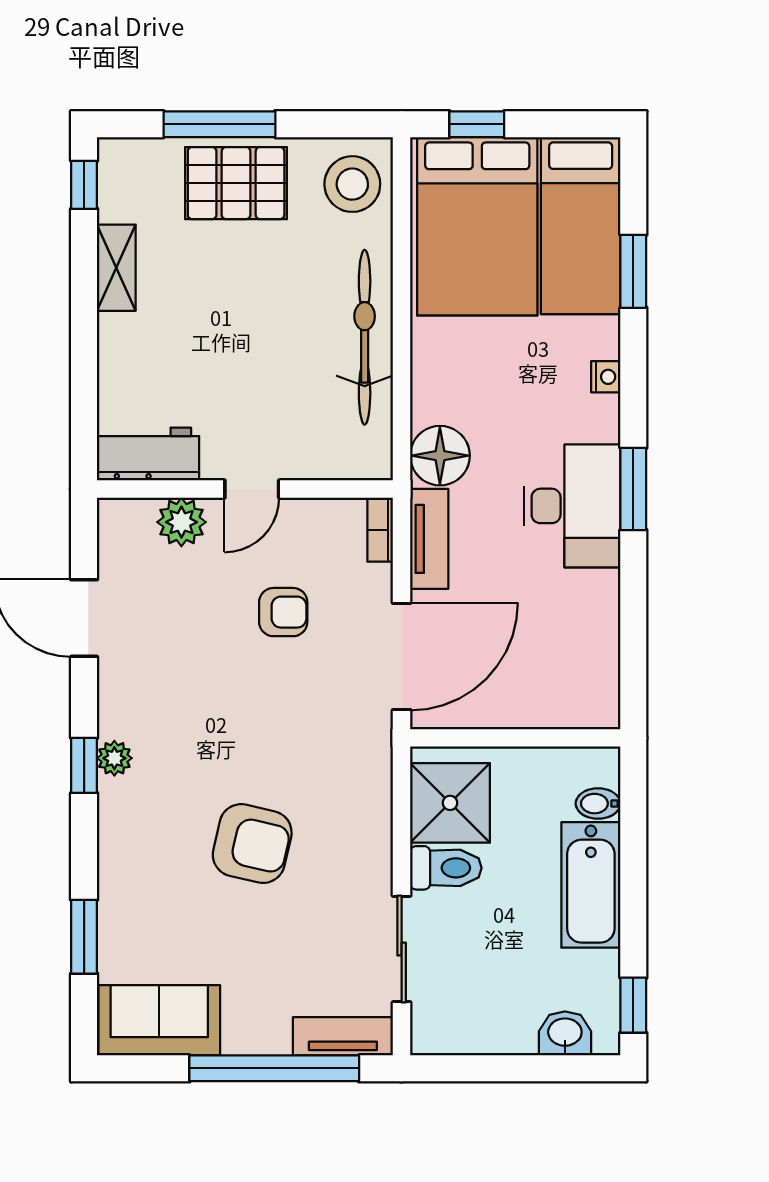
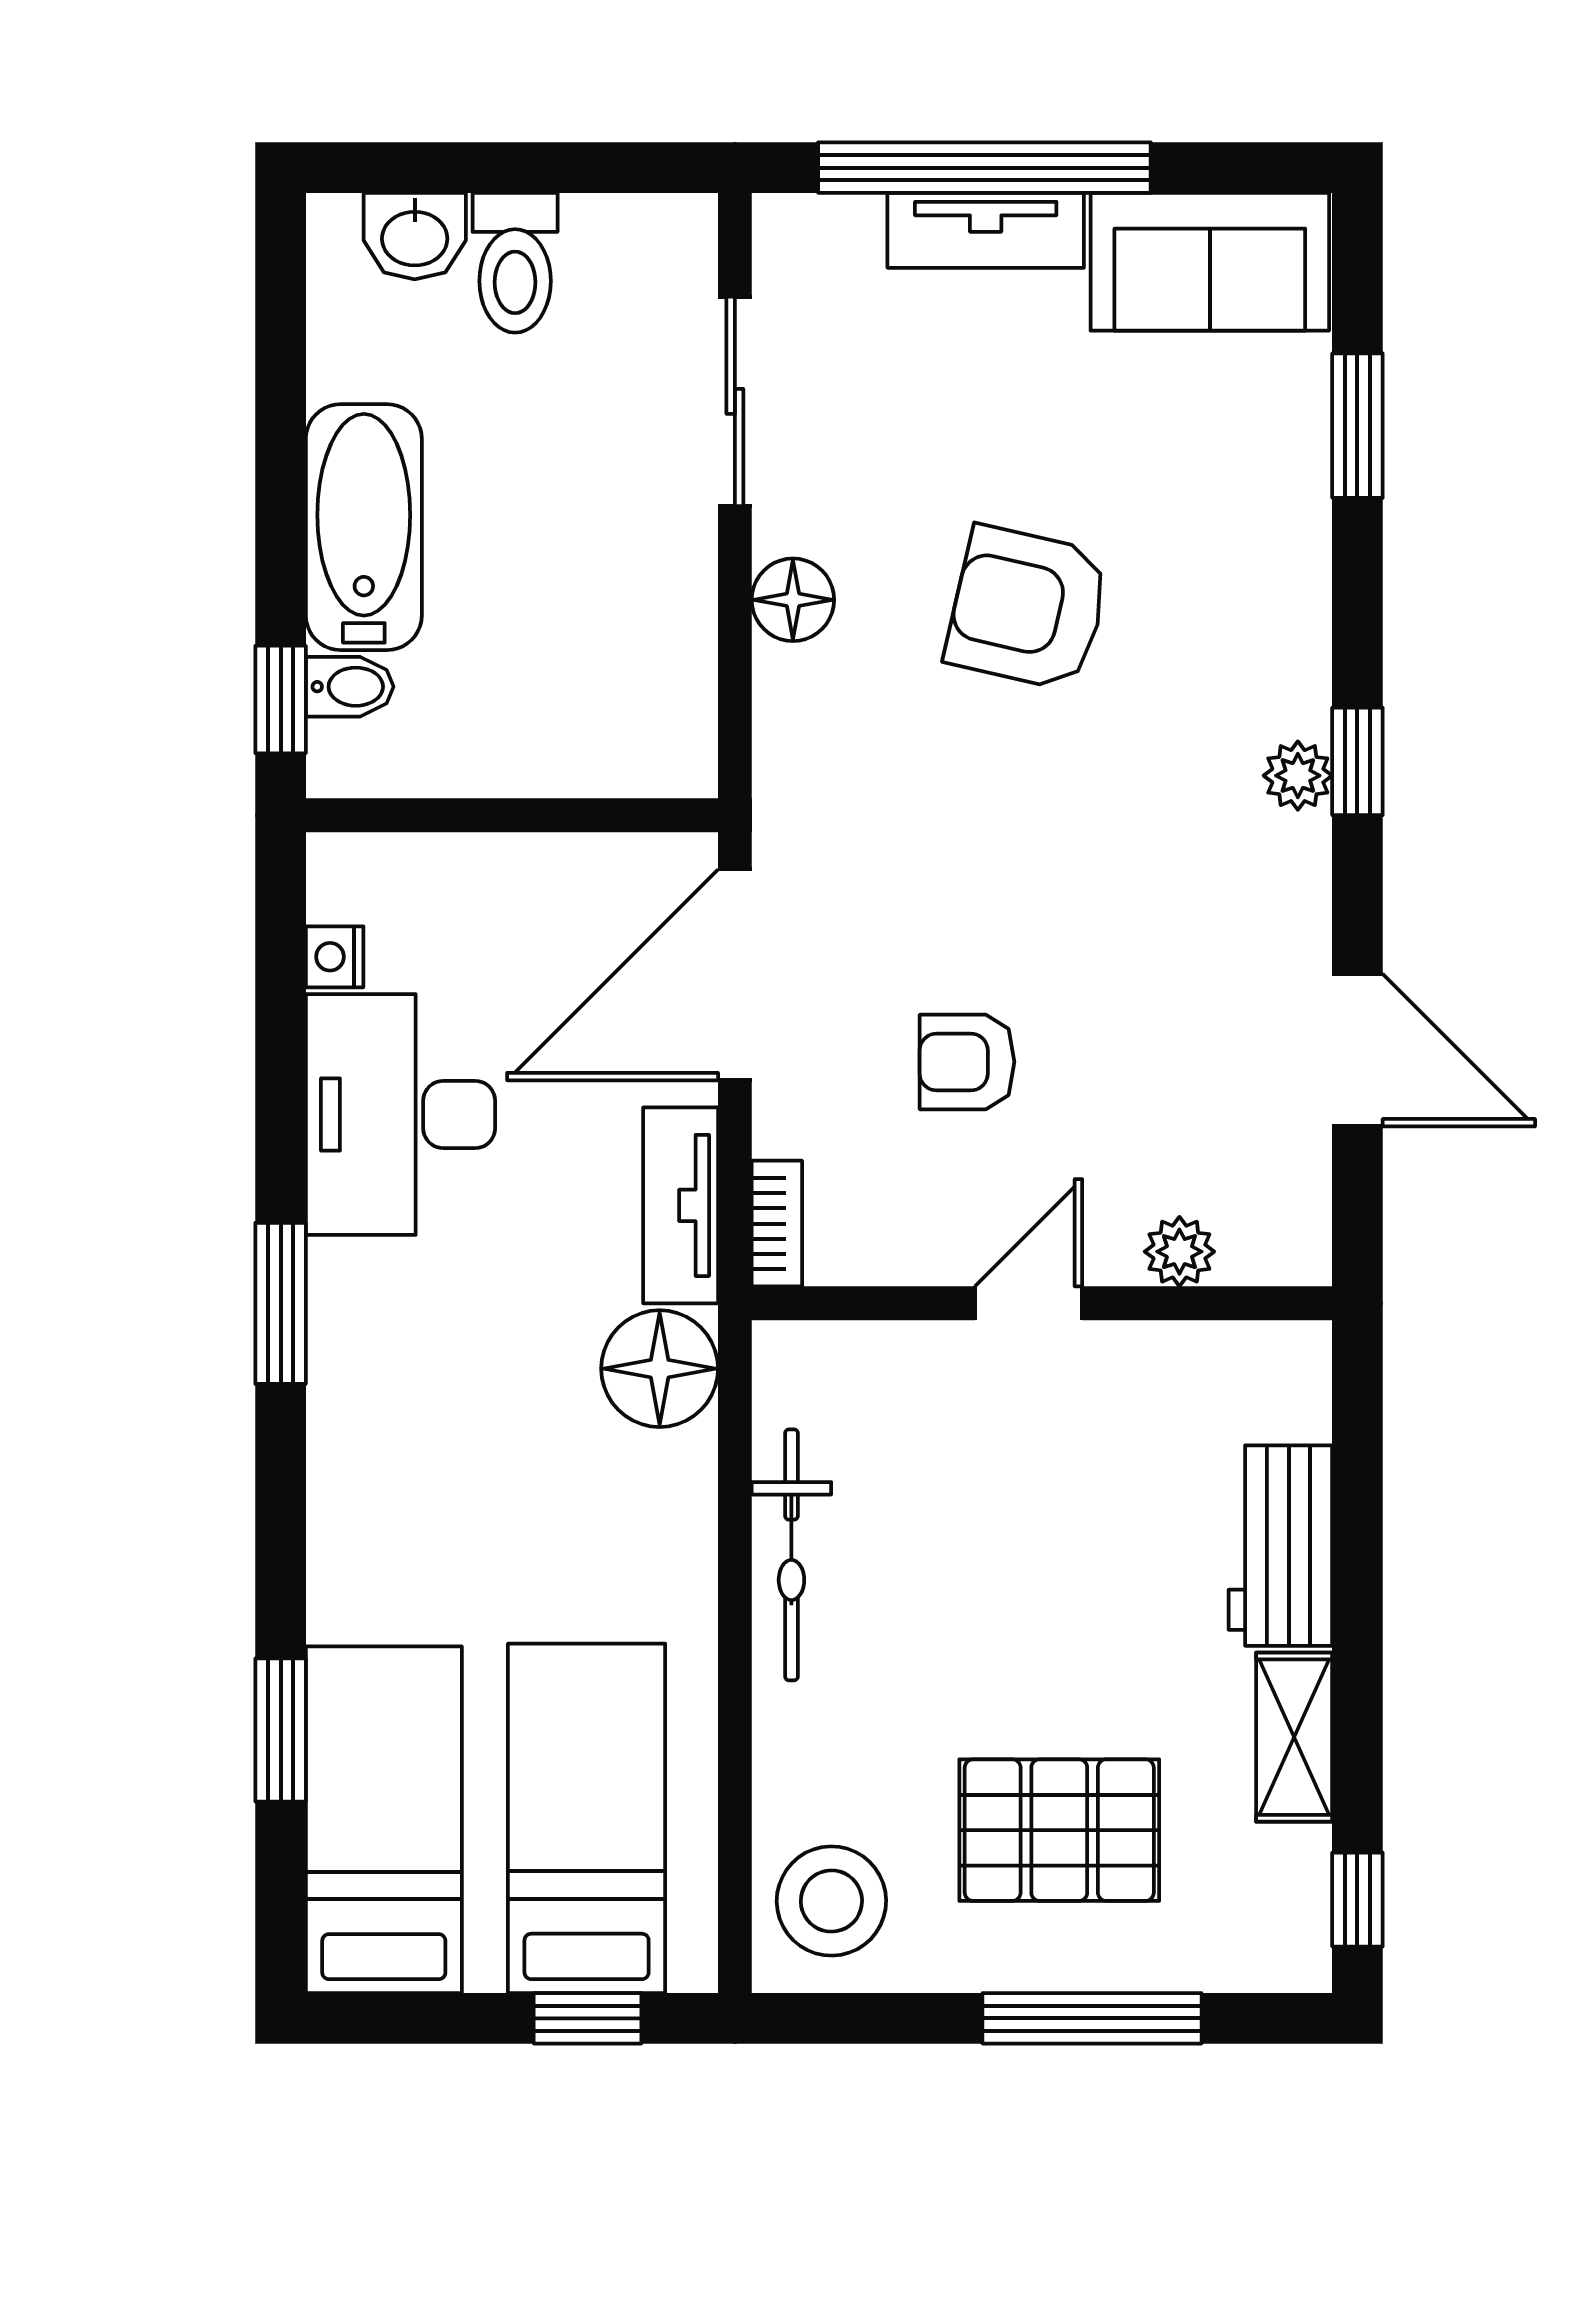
pallet: (236, 183) -> (1059, 1830), moved
bed: (477, 226) -> (587, 1818), width x0.67
bicycle: (365, 337) -> (791, 1555), width x0.73, depth x0.71
nightstand: (606, 377) -> (335, 957), moved
workbench: (148, 454) -> (1280, 1546), moved, turned 90
desk: (572, 506) -> (400, 1115), moved
plant: (181, 522) -> (1179, 1252), width x0.73, depth x0.73
shower: (450, 803) -> (640, 688), removed
floor lamp: (372, 848) -> (793, 600), added
toilet: (446, 868) -> (515, 263), moved, turned -90
window: (633, 1005) -> (281, 700), moved
tv unit: (343, 1036) -> (986, 230), moved

